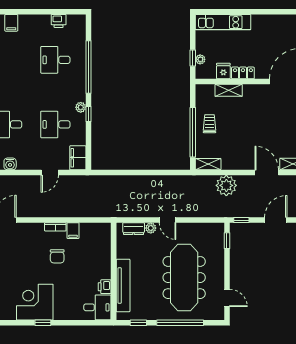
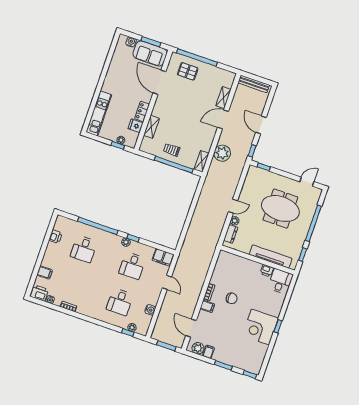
filing cabinet: (73, 231) -> (207, 306), moved
meeting table: (184, 278) -> (280, 209), width x0.73

